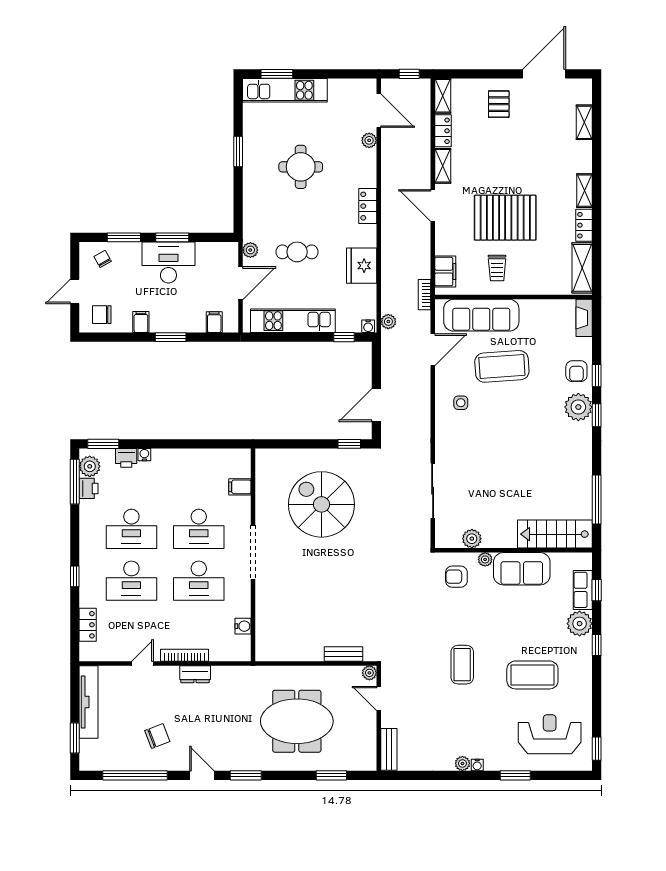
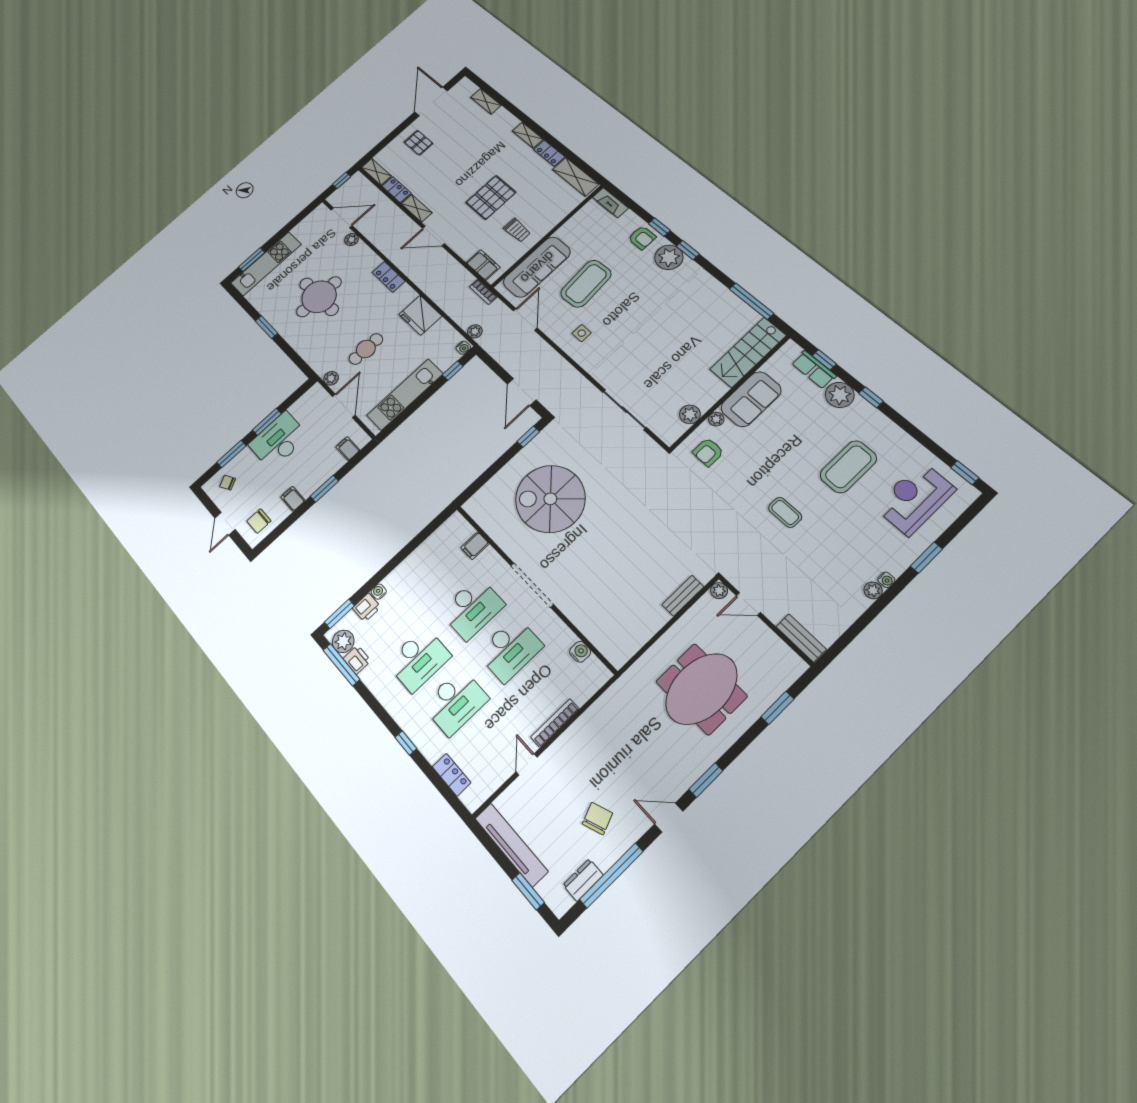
round table: (301, 167) -> (319, 297), width x1.36, depth x1.36
pallet: (505, 218) -> (491, 197), width x0.73, depth x0.71
coffee table: (462, 665) -> (785, 512), width x0.73, depth x0.77
dresser: (195, 674) -> (583, 880), moved, turned 180

